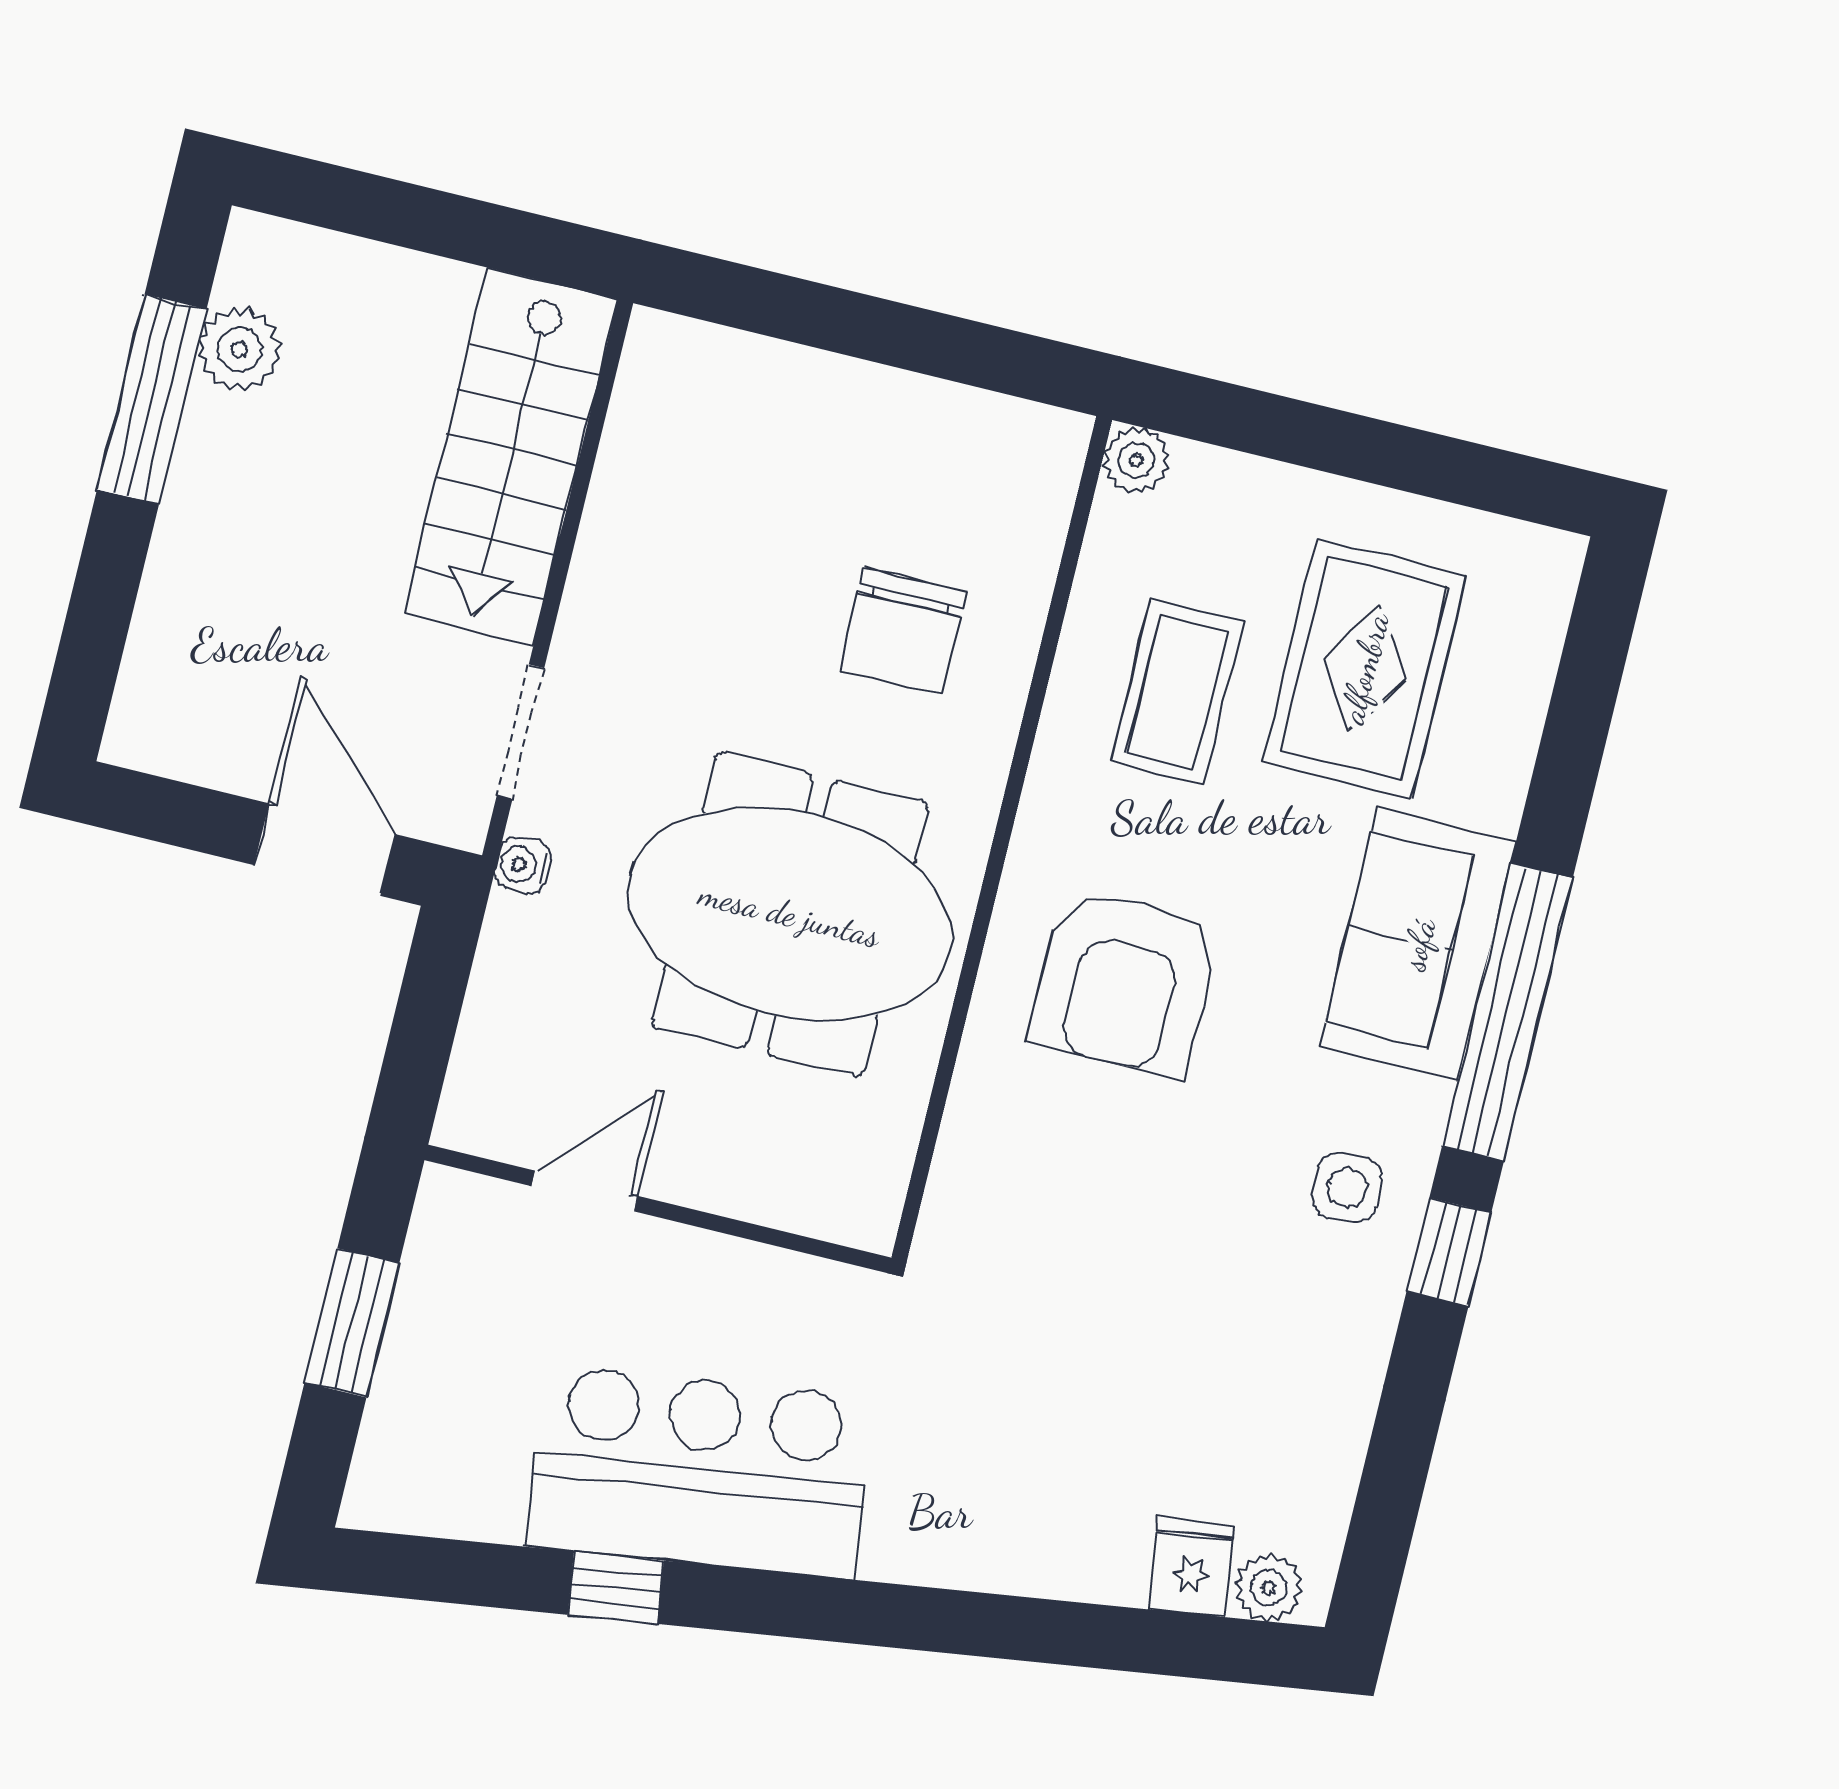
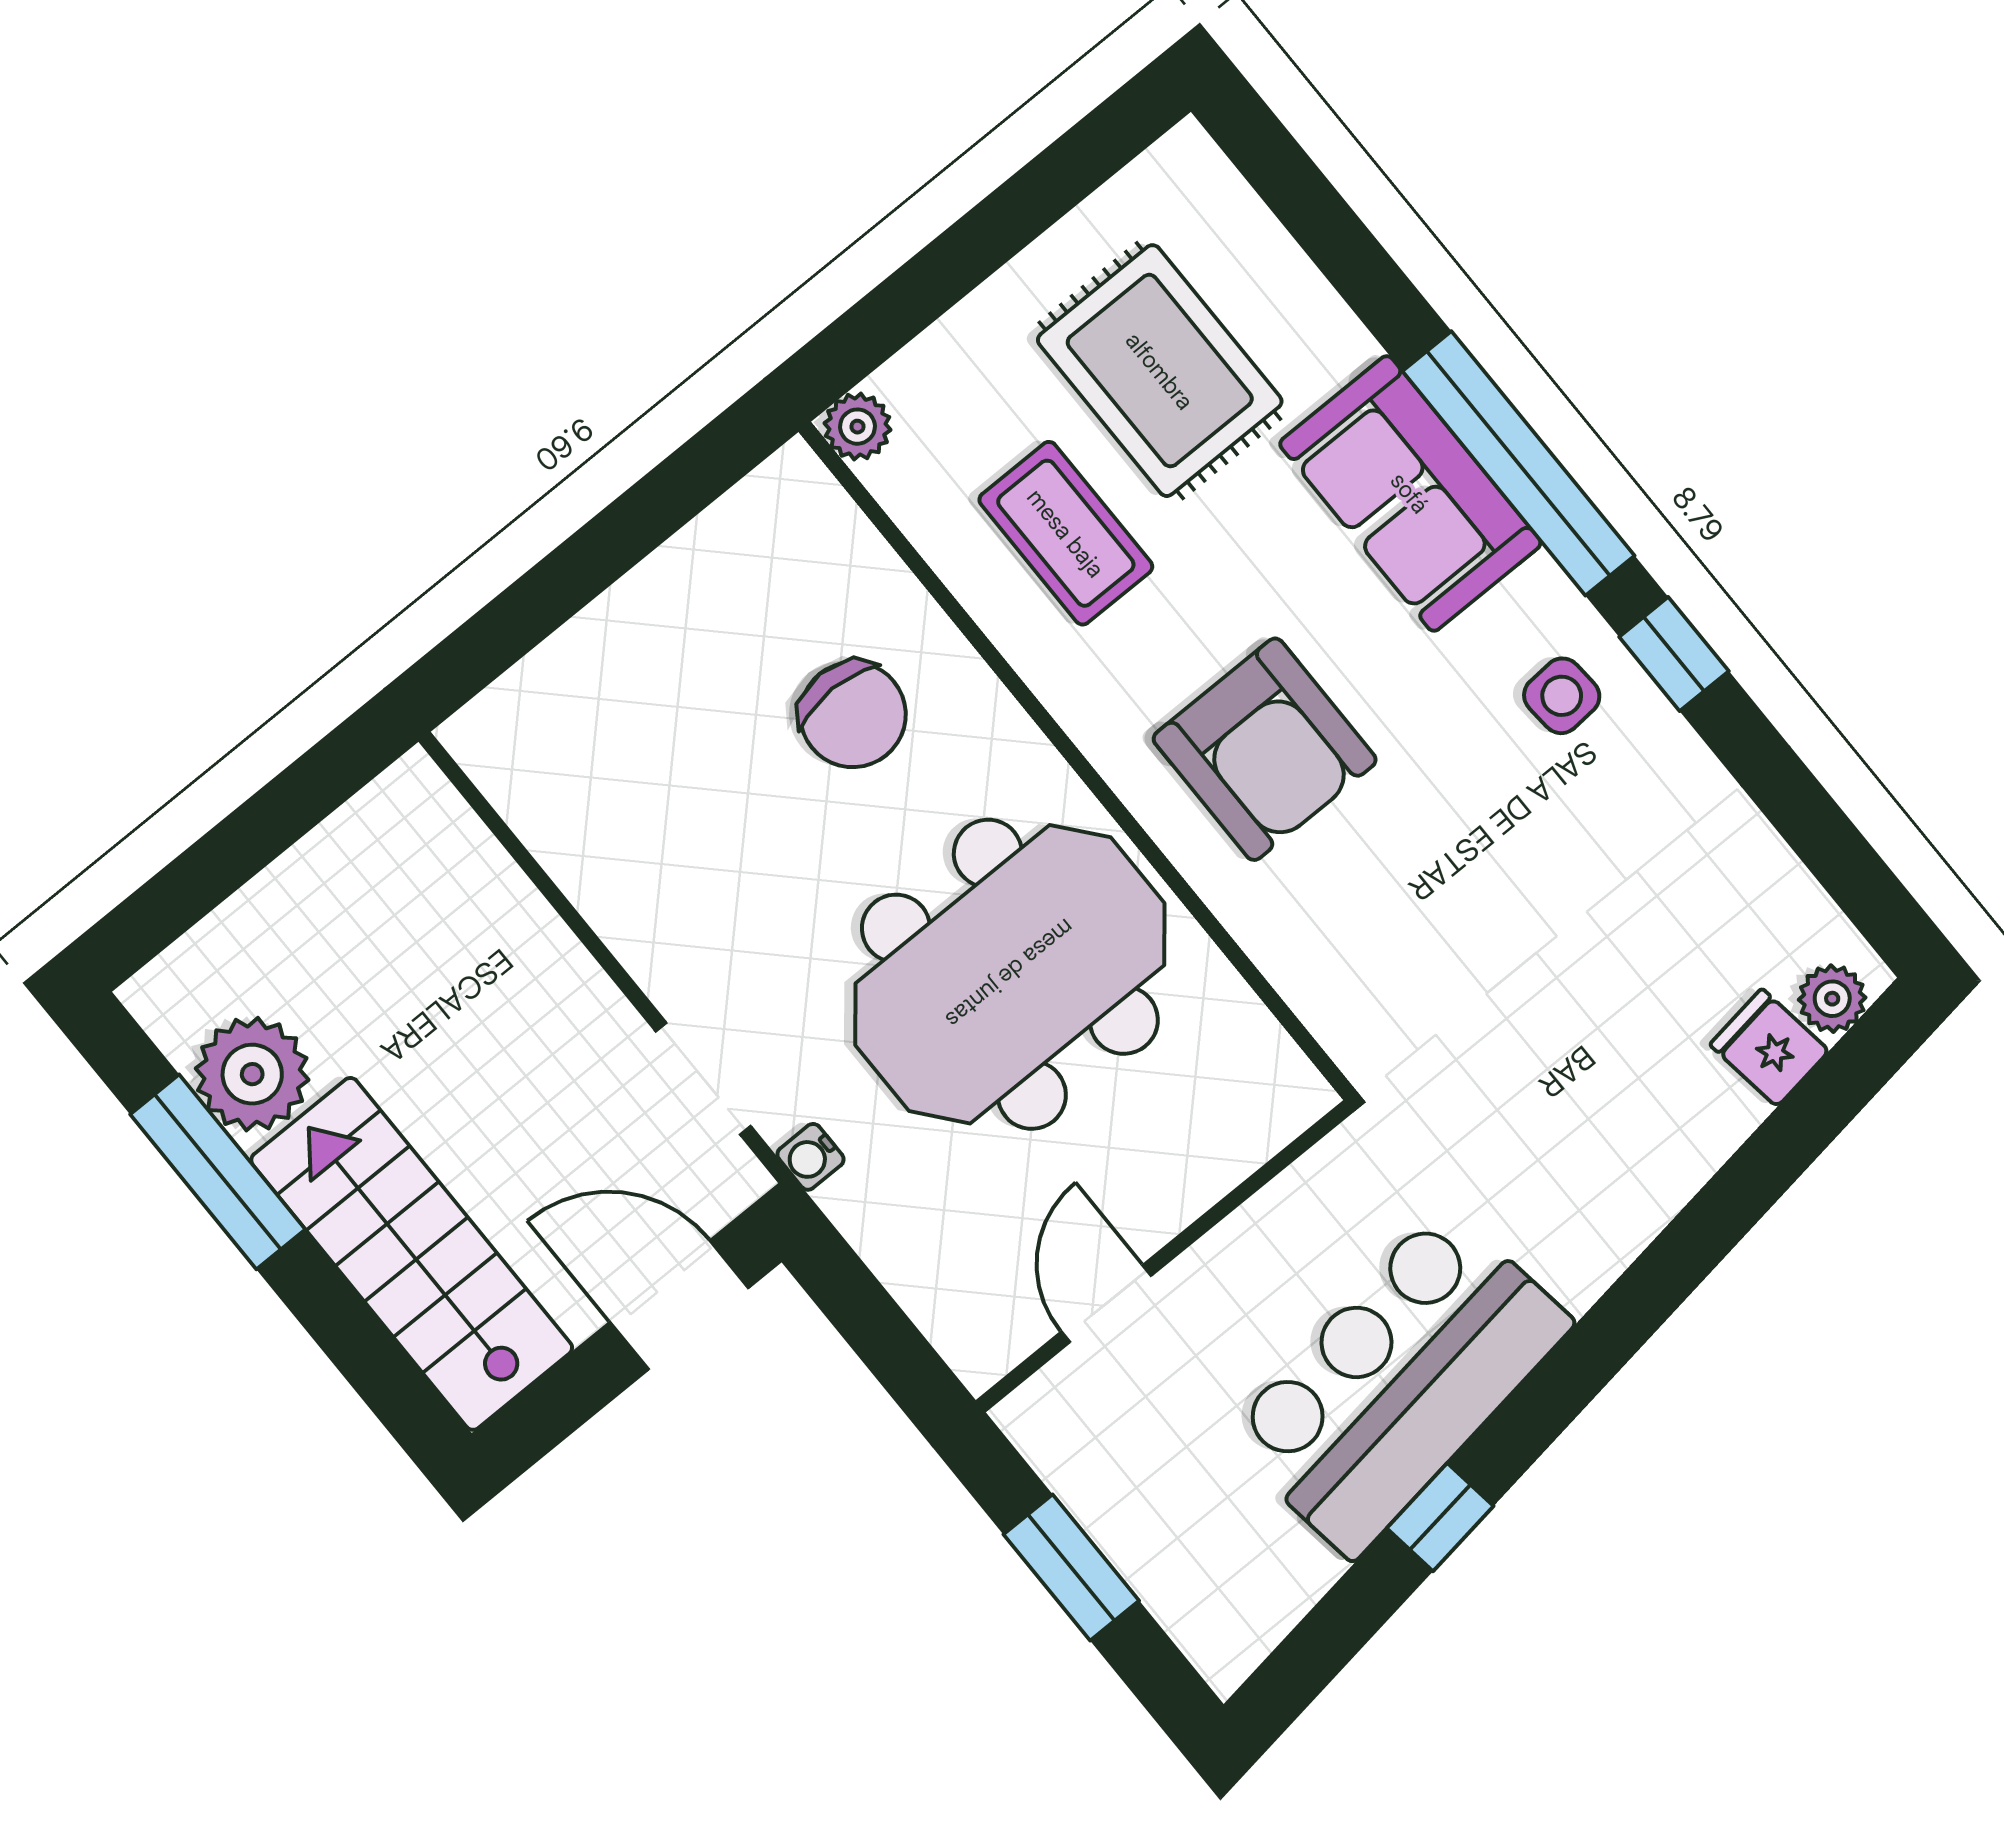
plant: (240, 349) -> (252, 1074), width x1.36, depth x1.36
stairs: (510, 456) -> (412, 1254), moved, turned 180

